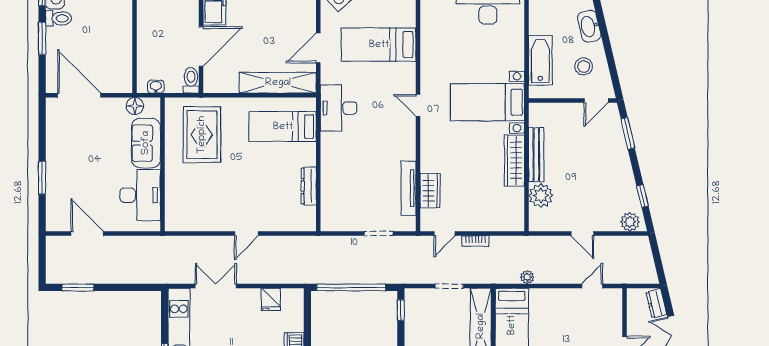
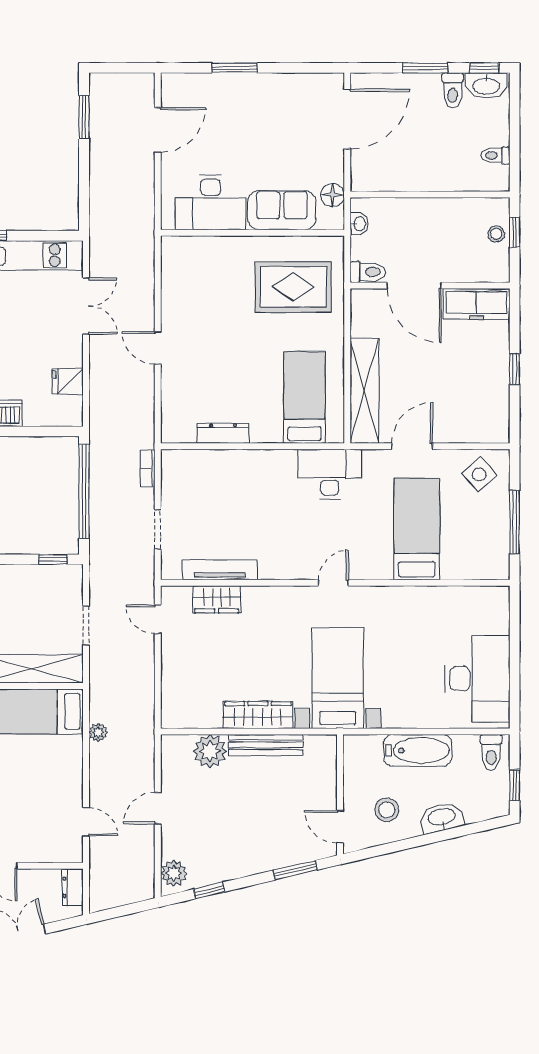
door: (318, 48) -> (412, 446), hinge flipped
bathtub: (540, 60) -> (418, 750), moved
bookcase: (475, 241) -> (148, 468), moved
dresser: (656, 304) -> (73, 887), moved, turned -77

